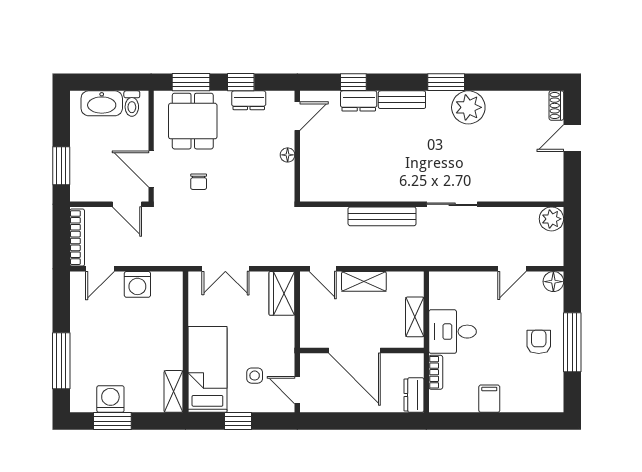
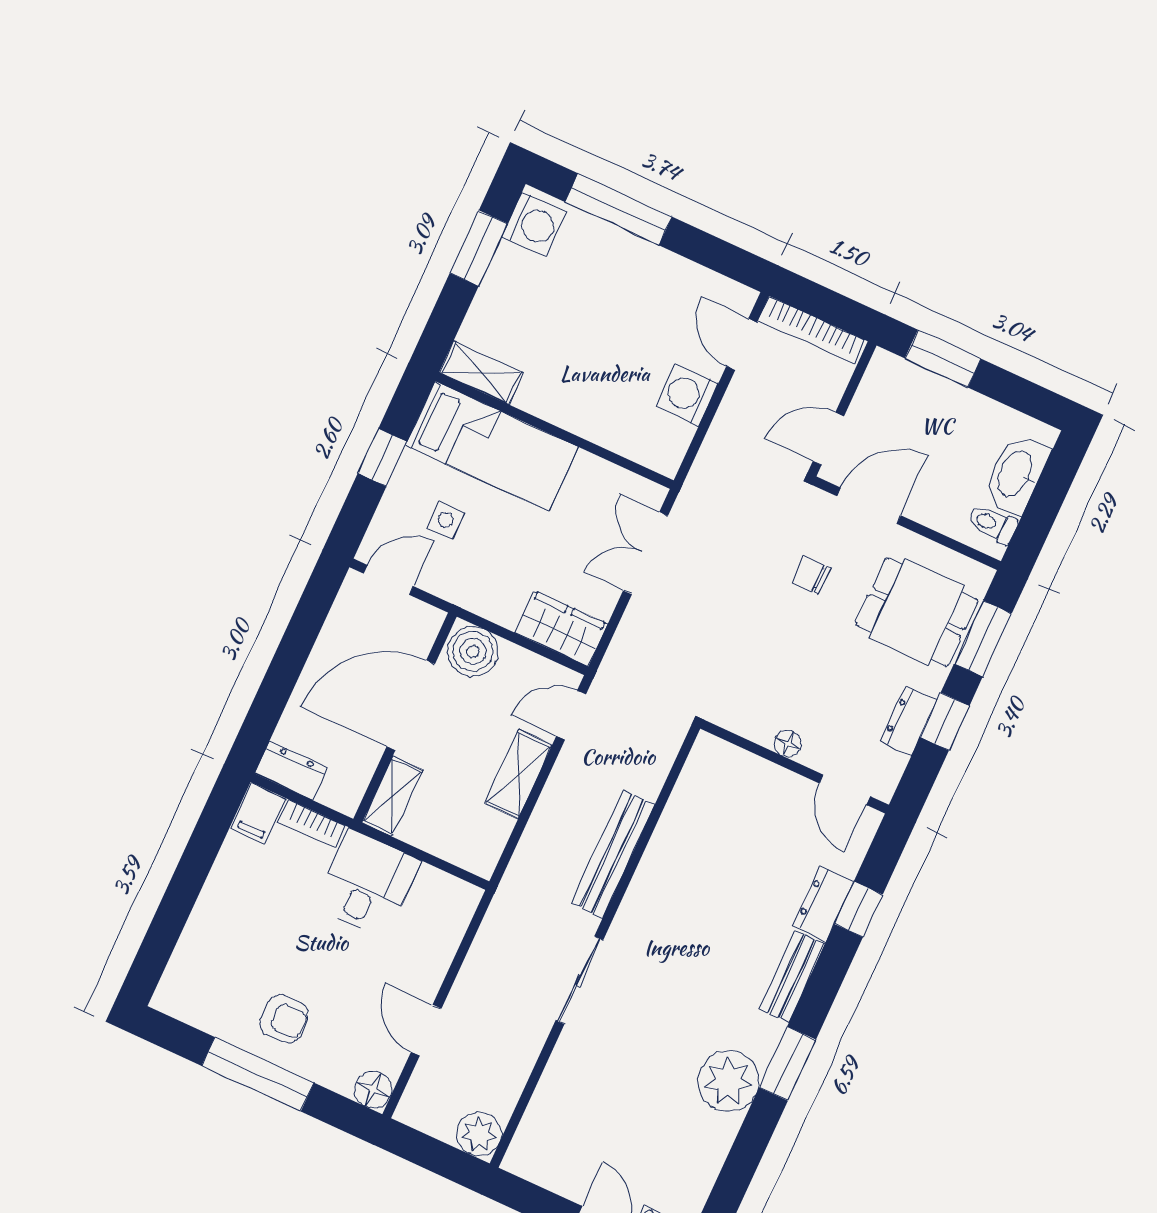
shelving: (415, 317) -> (392, 796), moved, turned 90
boiler: (313, 332) -> (473, 651), added
washing machine: (110, 399) -> (534, 224), moved
filing cabinet: (489, 399) -> (258, 813), moved, turned 90

